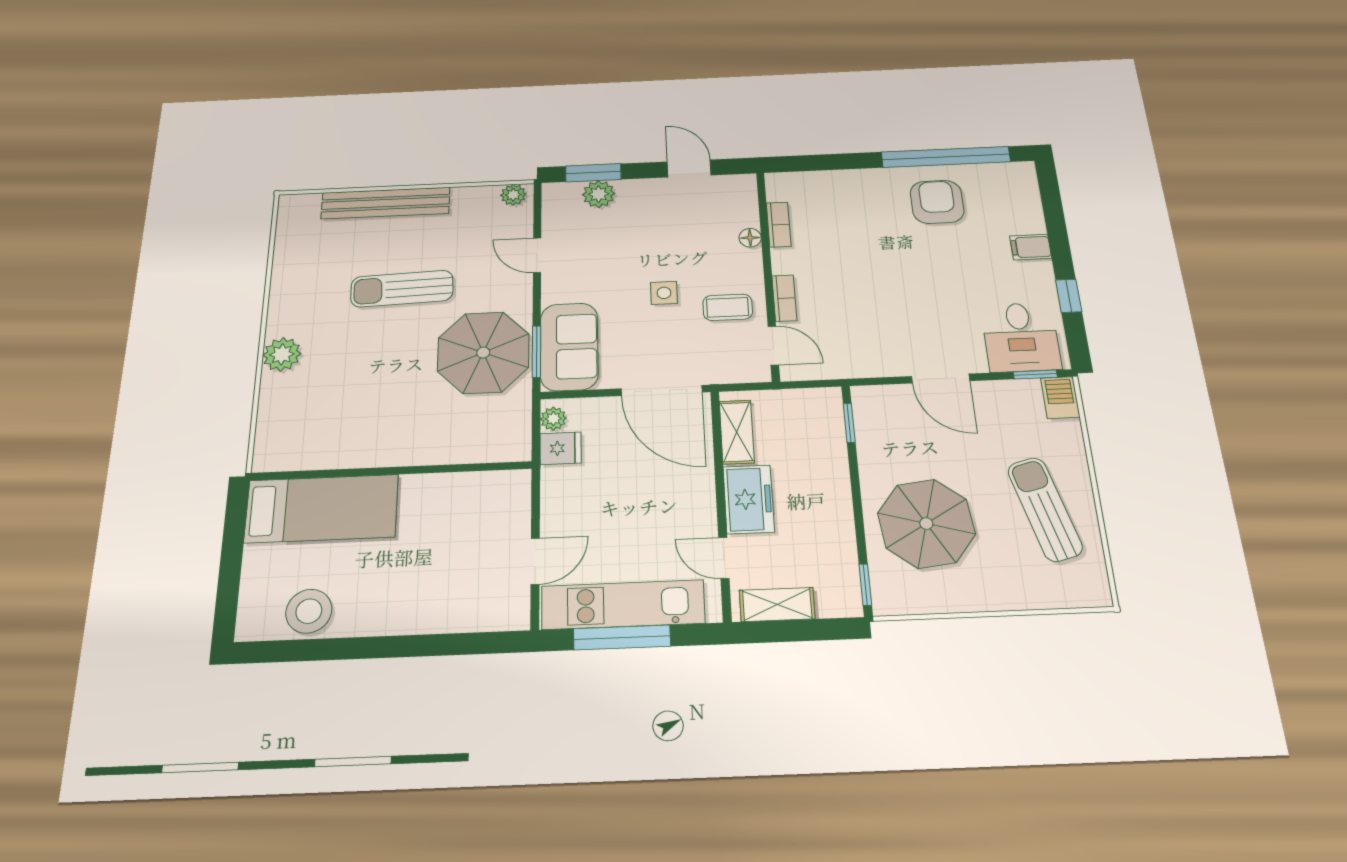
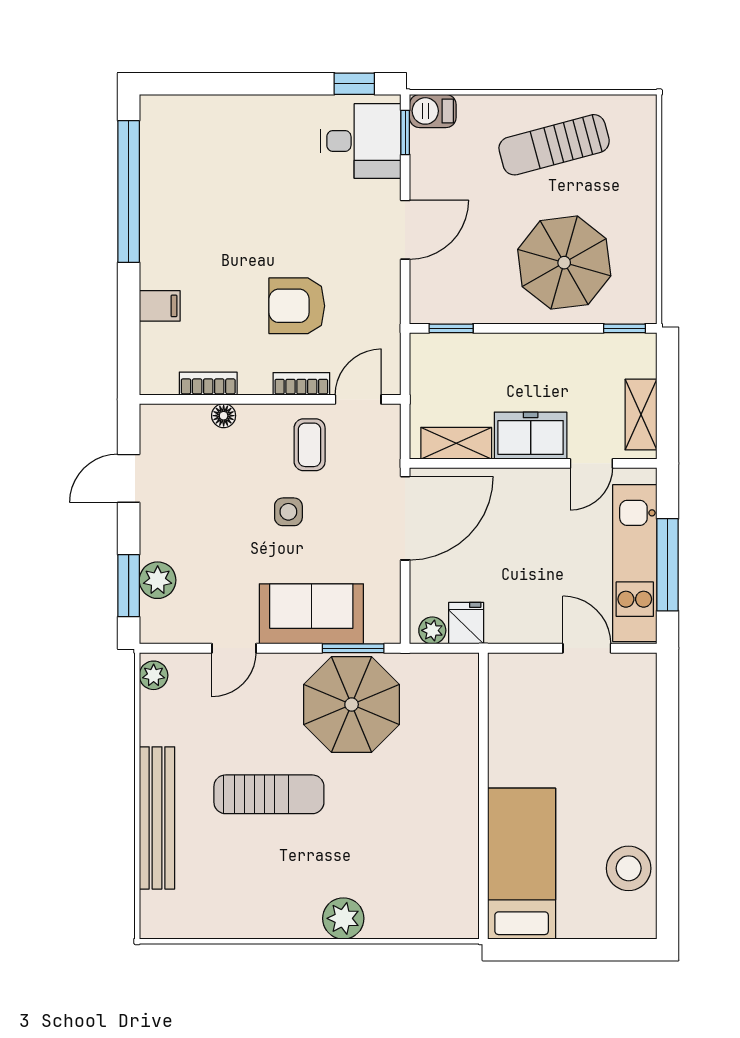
armchair: (937, 202) -> (297, 306), moved
filing cabinet: (1031, 247) -> (160, 306), moved, turned -90
sun lounger: (402, 289) -> (269, 794), turned -88
window: (1069, 296) -> (354, 84), moved
sofa: (569, 347) -> (311, 614), moved

